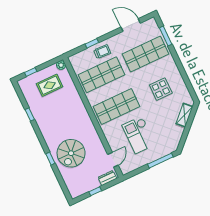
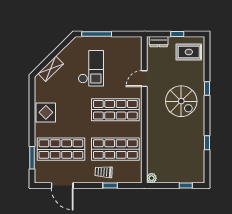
rug: (50, 85) -> (189, 52), moved
display table: (161, 89) -> (46, 112), moved
checkout: (139, 135) -> (91, 68), moved
spiral stairs: (71, 153) -> (181, 101), moved, turned 90
door: (113, 160) -> (144, 79), moved

